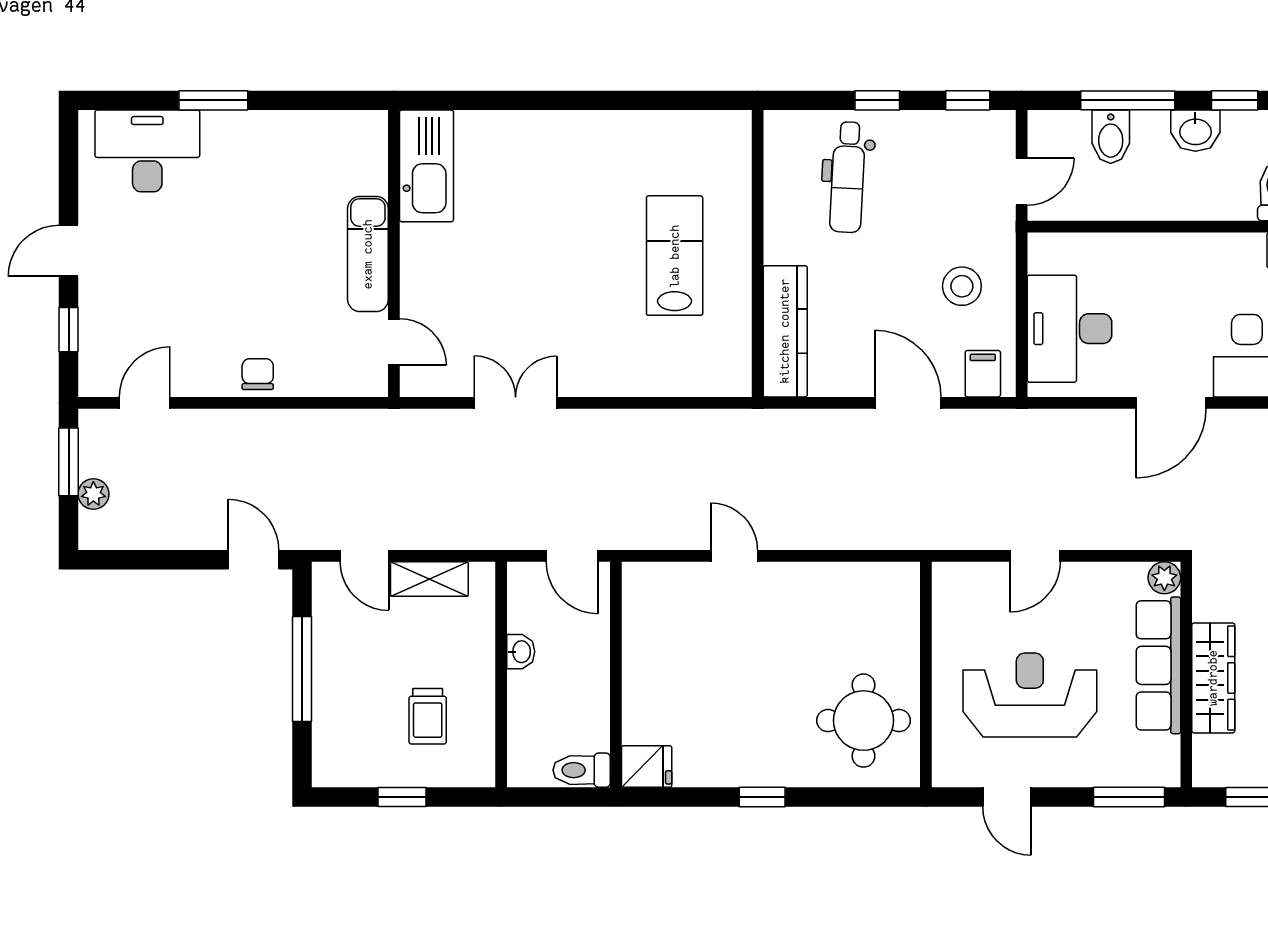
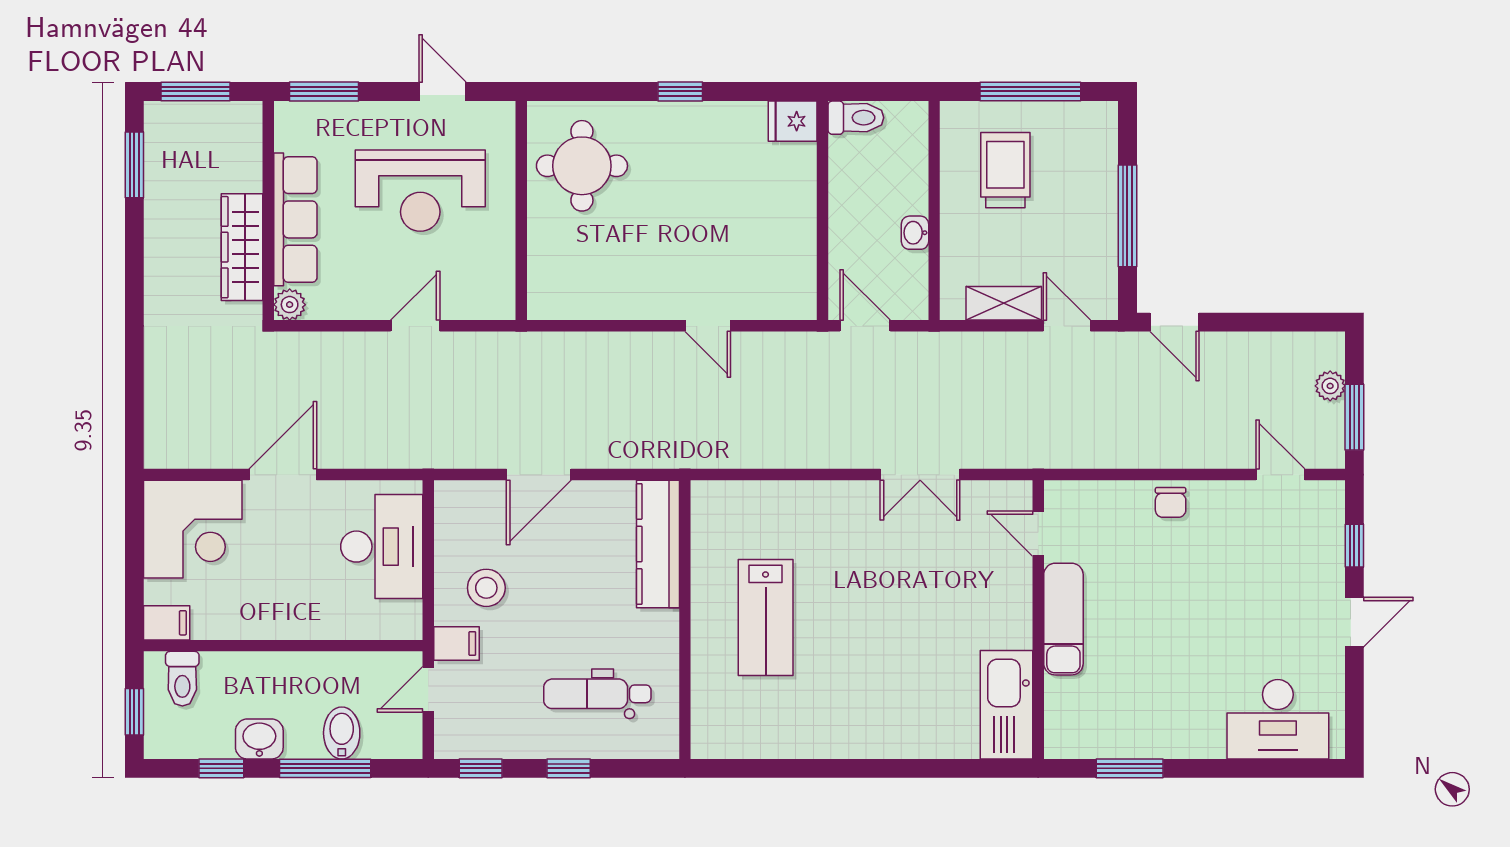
window: (213, 100) -> (1130, 768), moved
dental chair: (848, 177) -> (597, 694), turned -93
filing cabinet: (983, 374) -> (456, 643), moved, turned -90
door: (145, 403) -> (1280, 475), swing flipped
door: (908, 403) -> (539, 475), hinge flipped
wardrobe: (1213, 678) -> (242, 247), moved
trolley: (428, 716) -> (1005, 170), width x1.36, depth x1.39
window: (402, 797) -> (1030, 91), width x2.17

